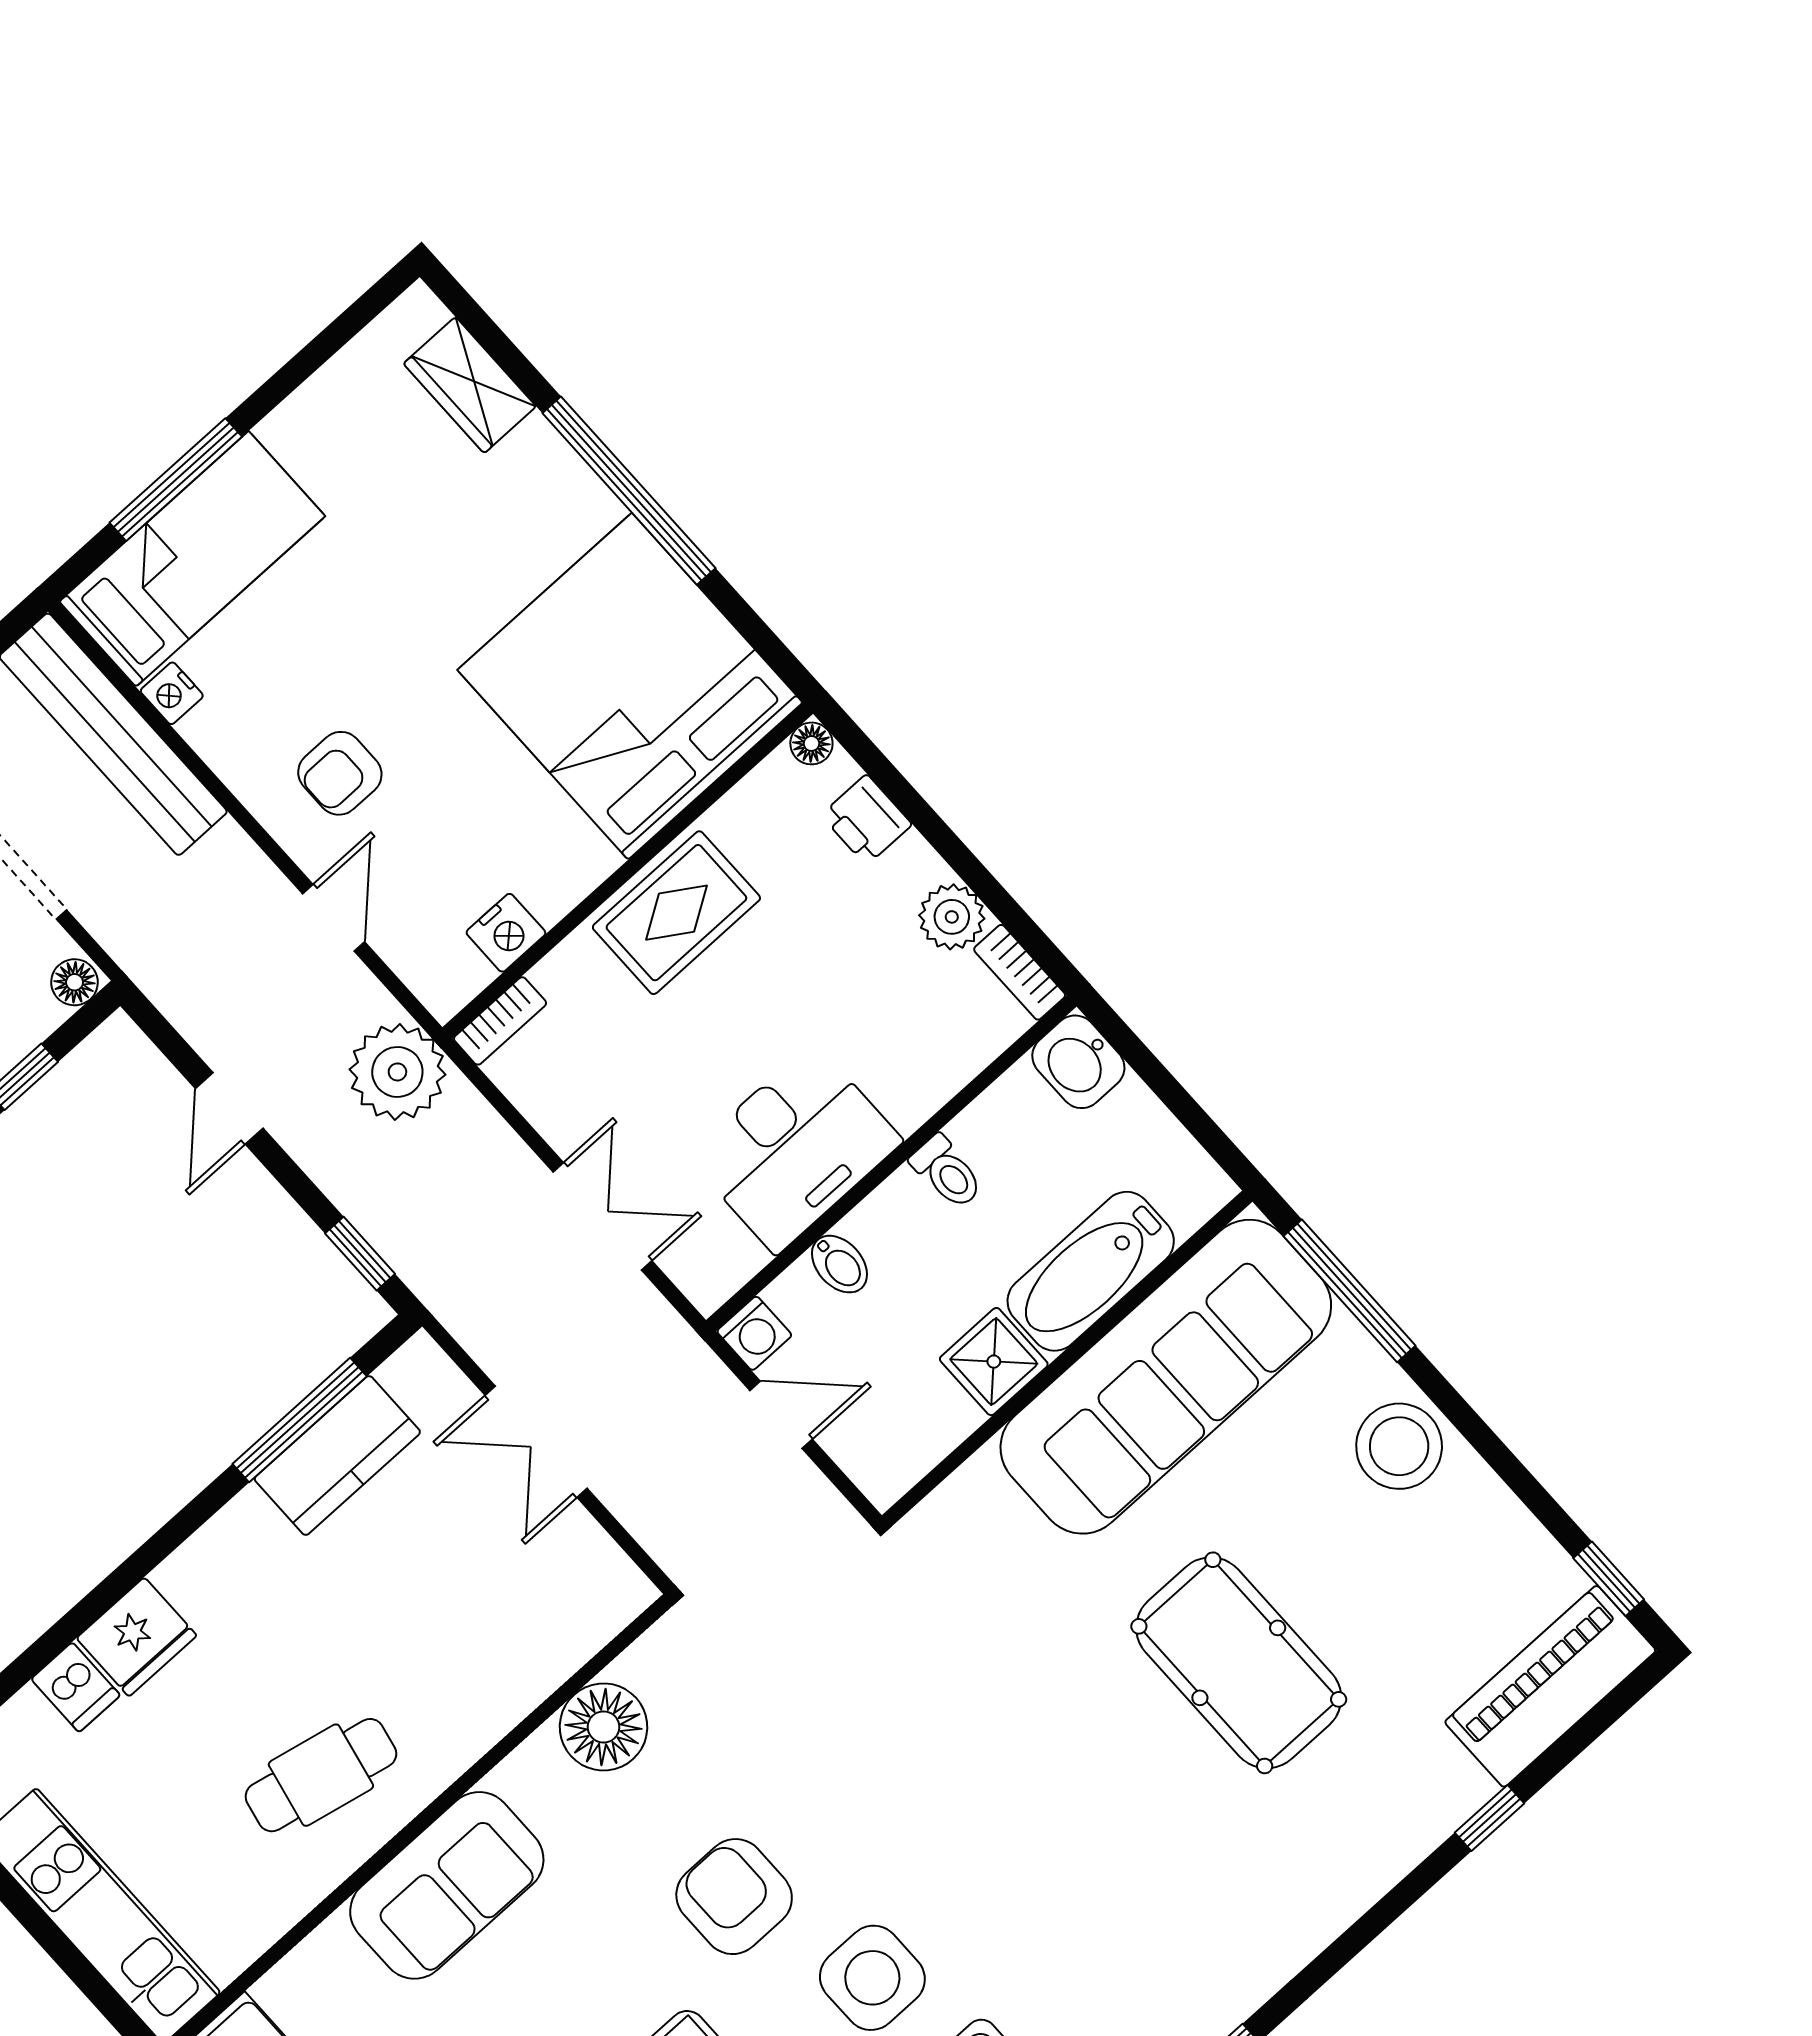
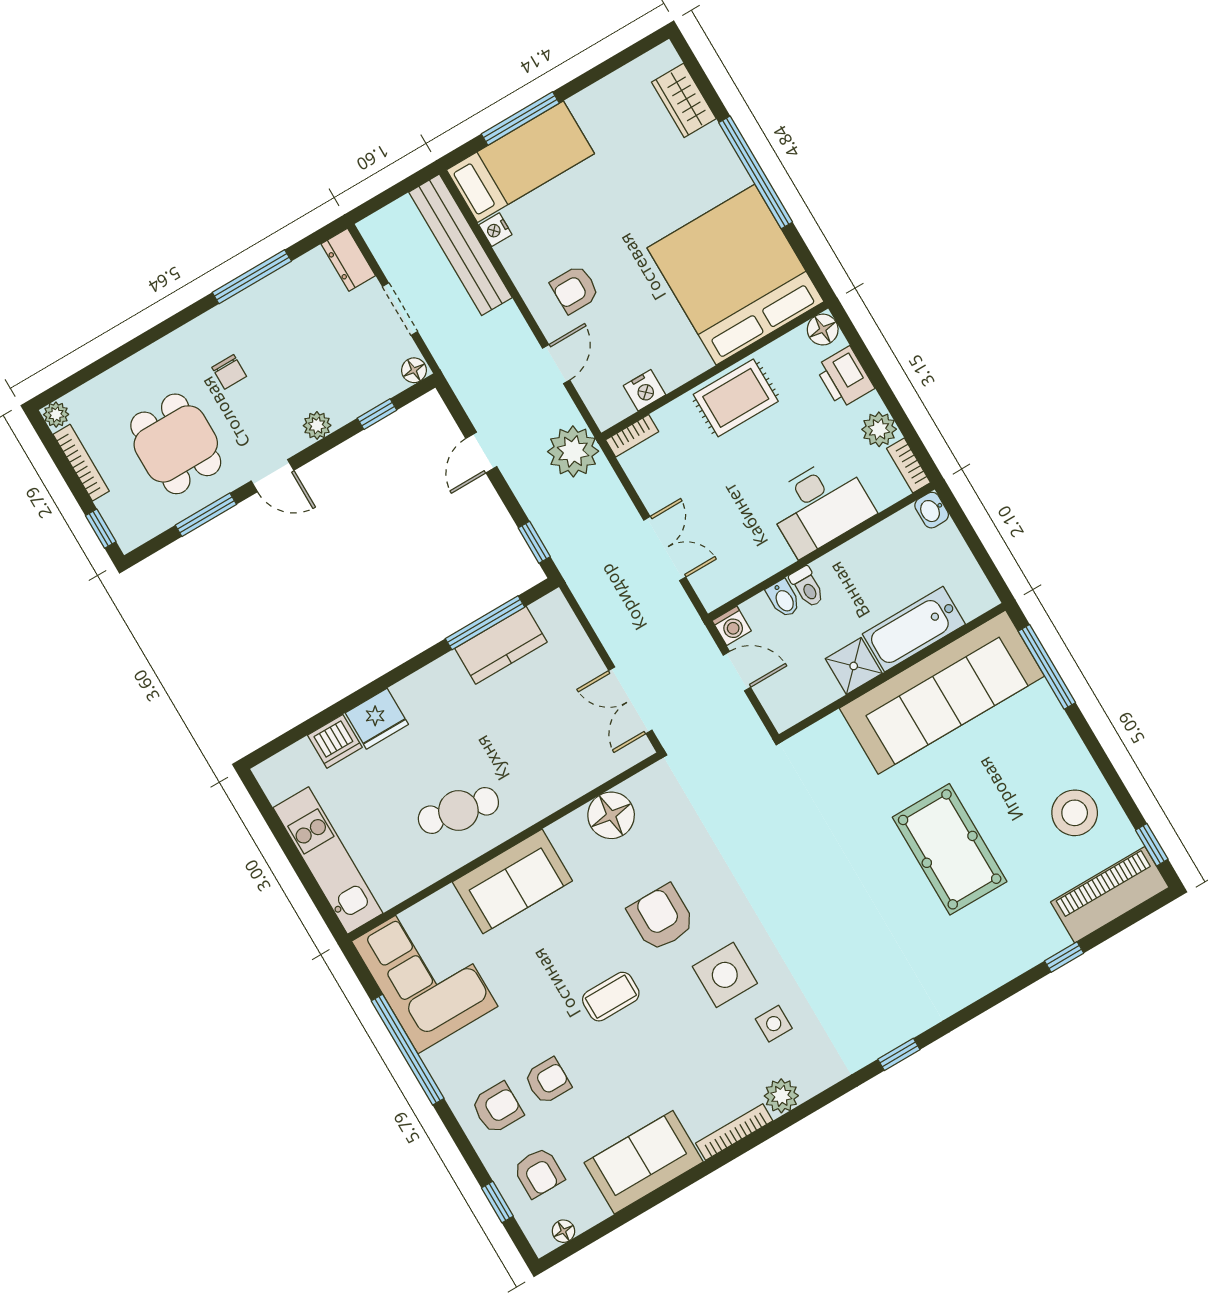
floor lamp: (811, 743) -> (823, 330), width x1.37, depth x1.37
printer: (866, 820) -> (845, 377), width x1.36, depth x1.24
washbasin: (1078, 1062) -> (932, 510), width x0.72, depth x0.69
desk: (795, 1148) -> (820, 506), moved
toilet: (947, 1172) -> (807, 587), moved
double door: (536, 1442) -> (630, 700), moved
stool: (1399, 1446) -> (1075, 813), moved
dishwasher: (76, 1687) -> (335, 741), width x1.38

